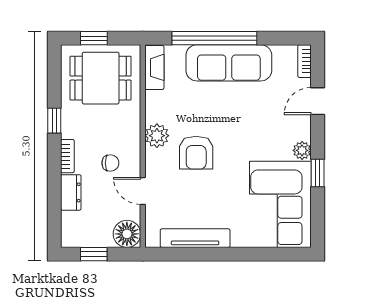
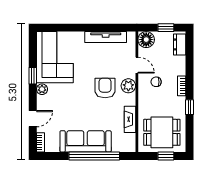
fireplace: (154, 67) -> (130, 119), moved
plant: (157, 136) -> (128, 86), moved
dresser: (71, 192) -> (180, 44), moved

